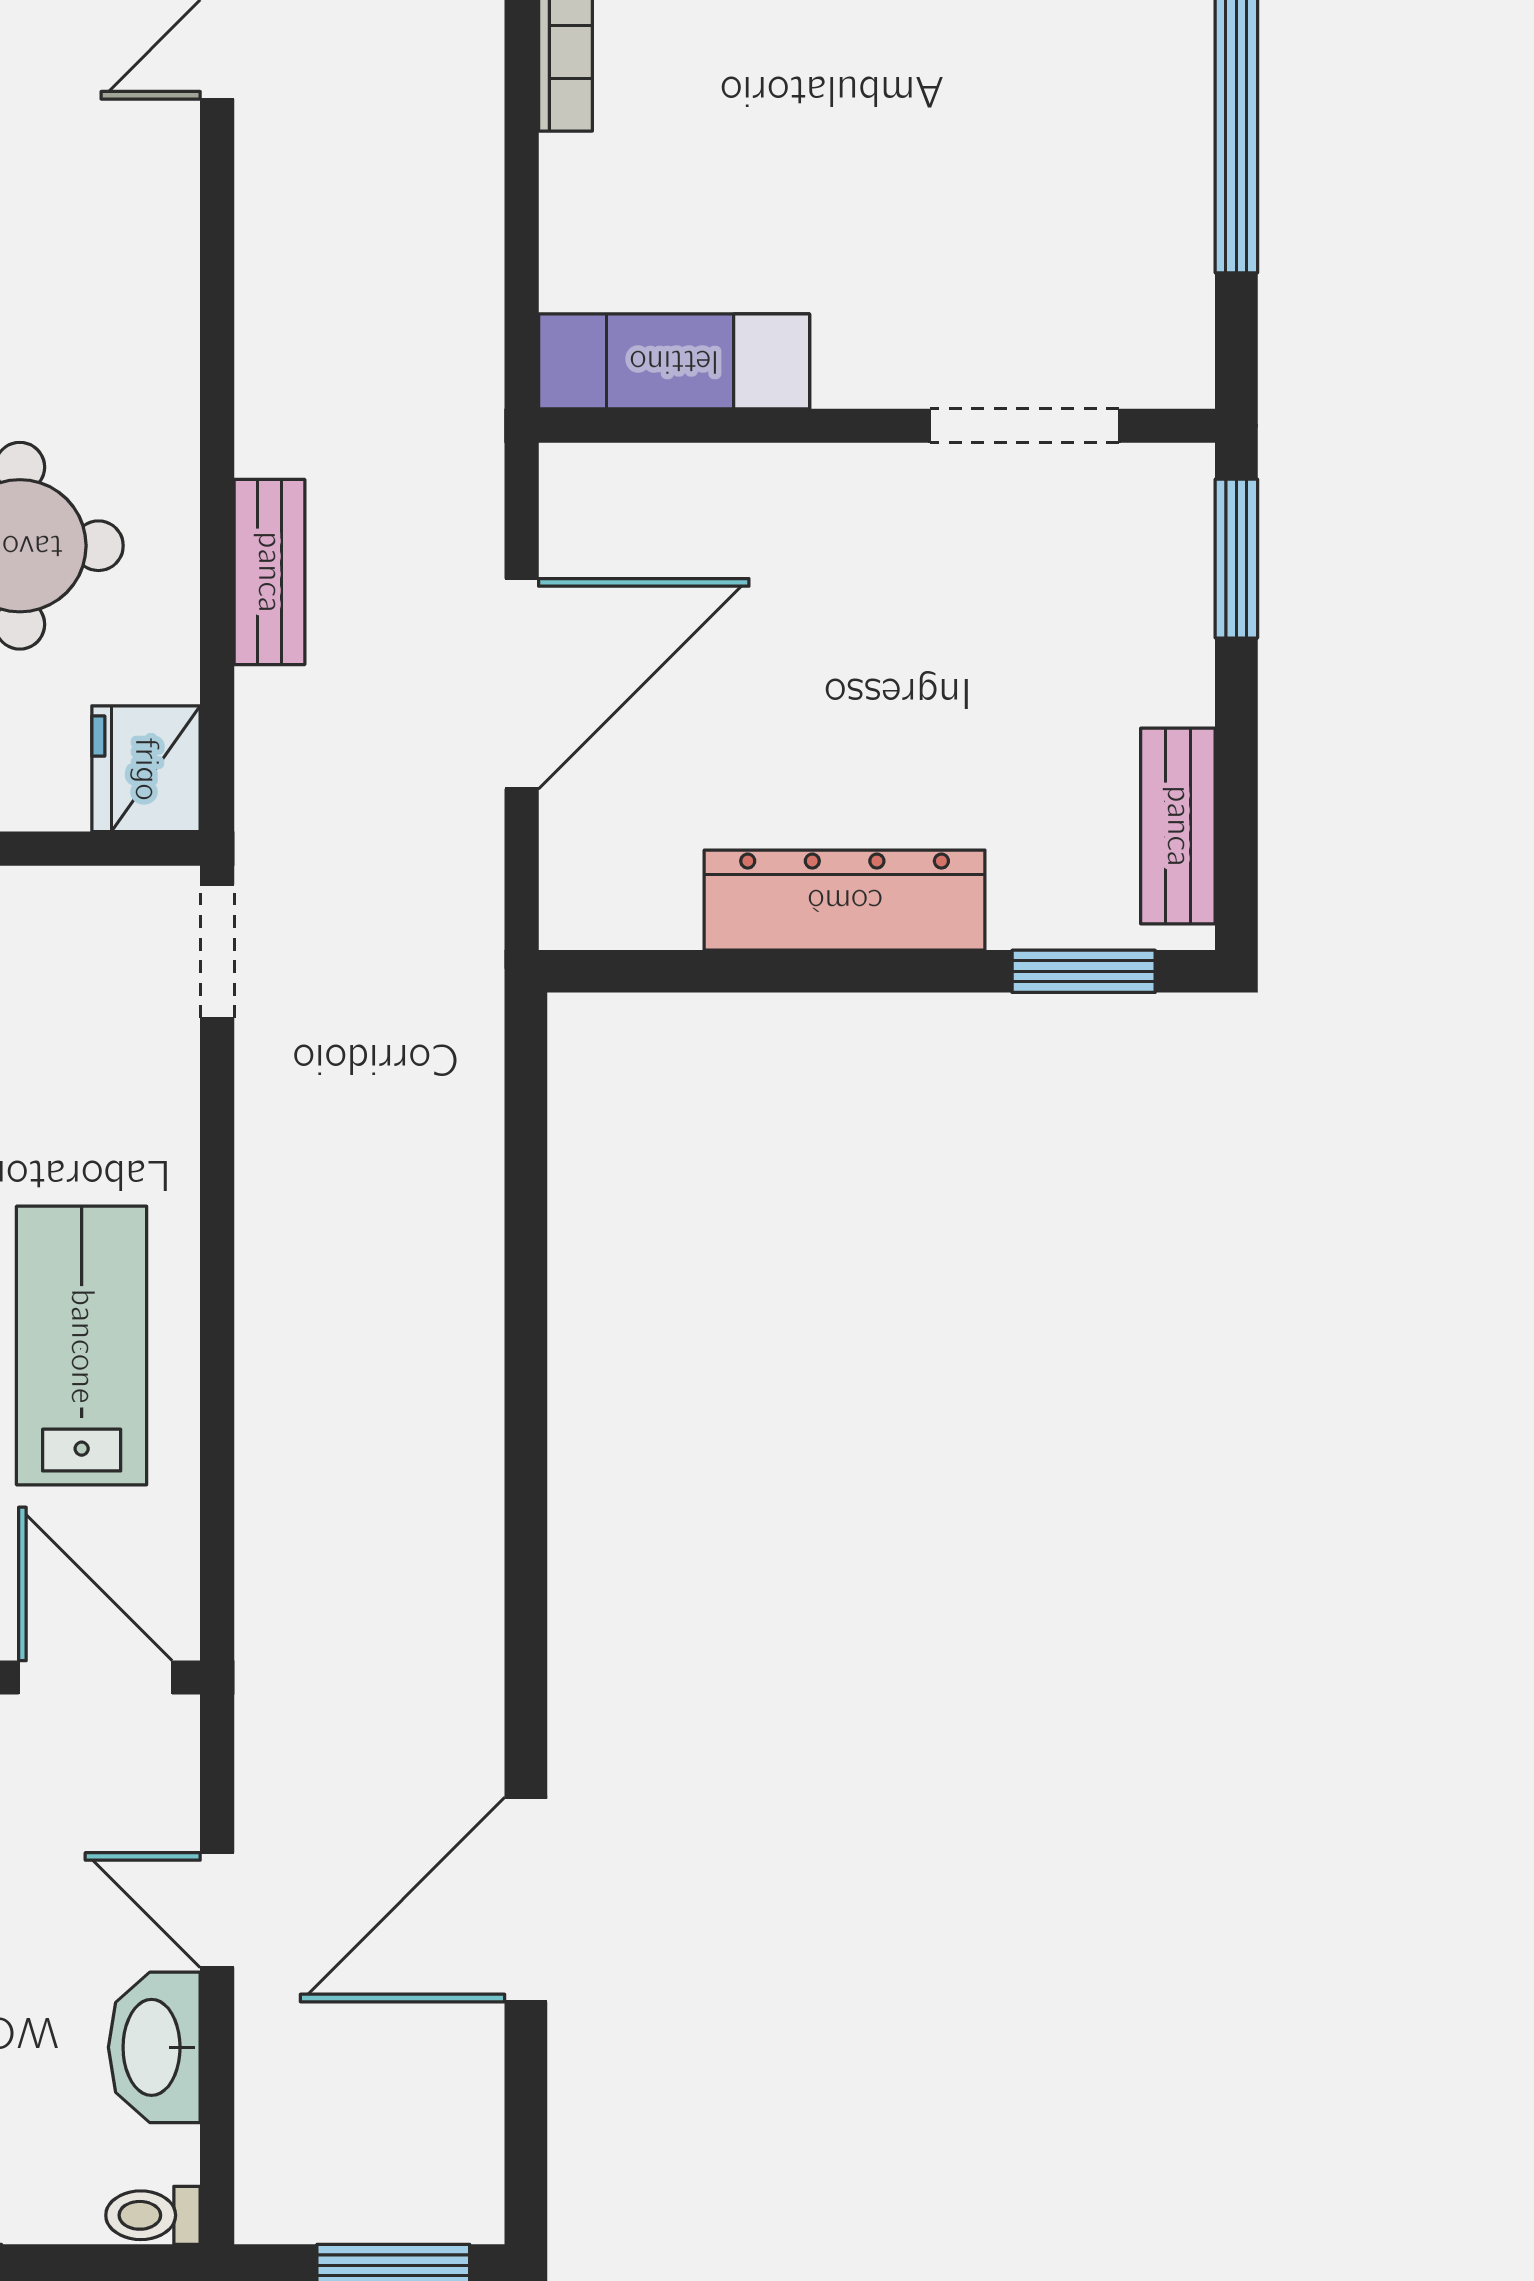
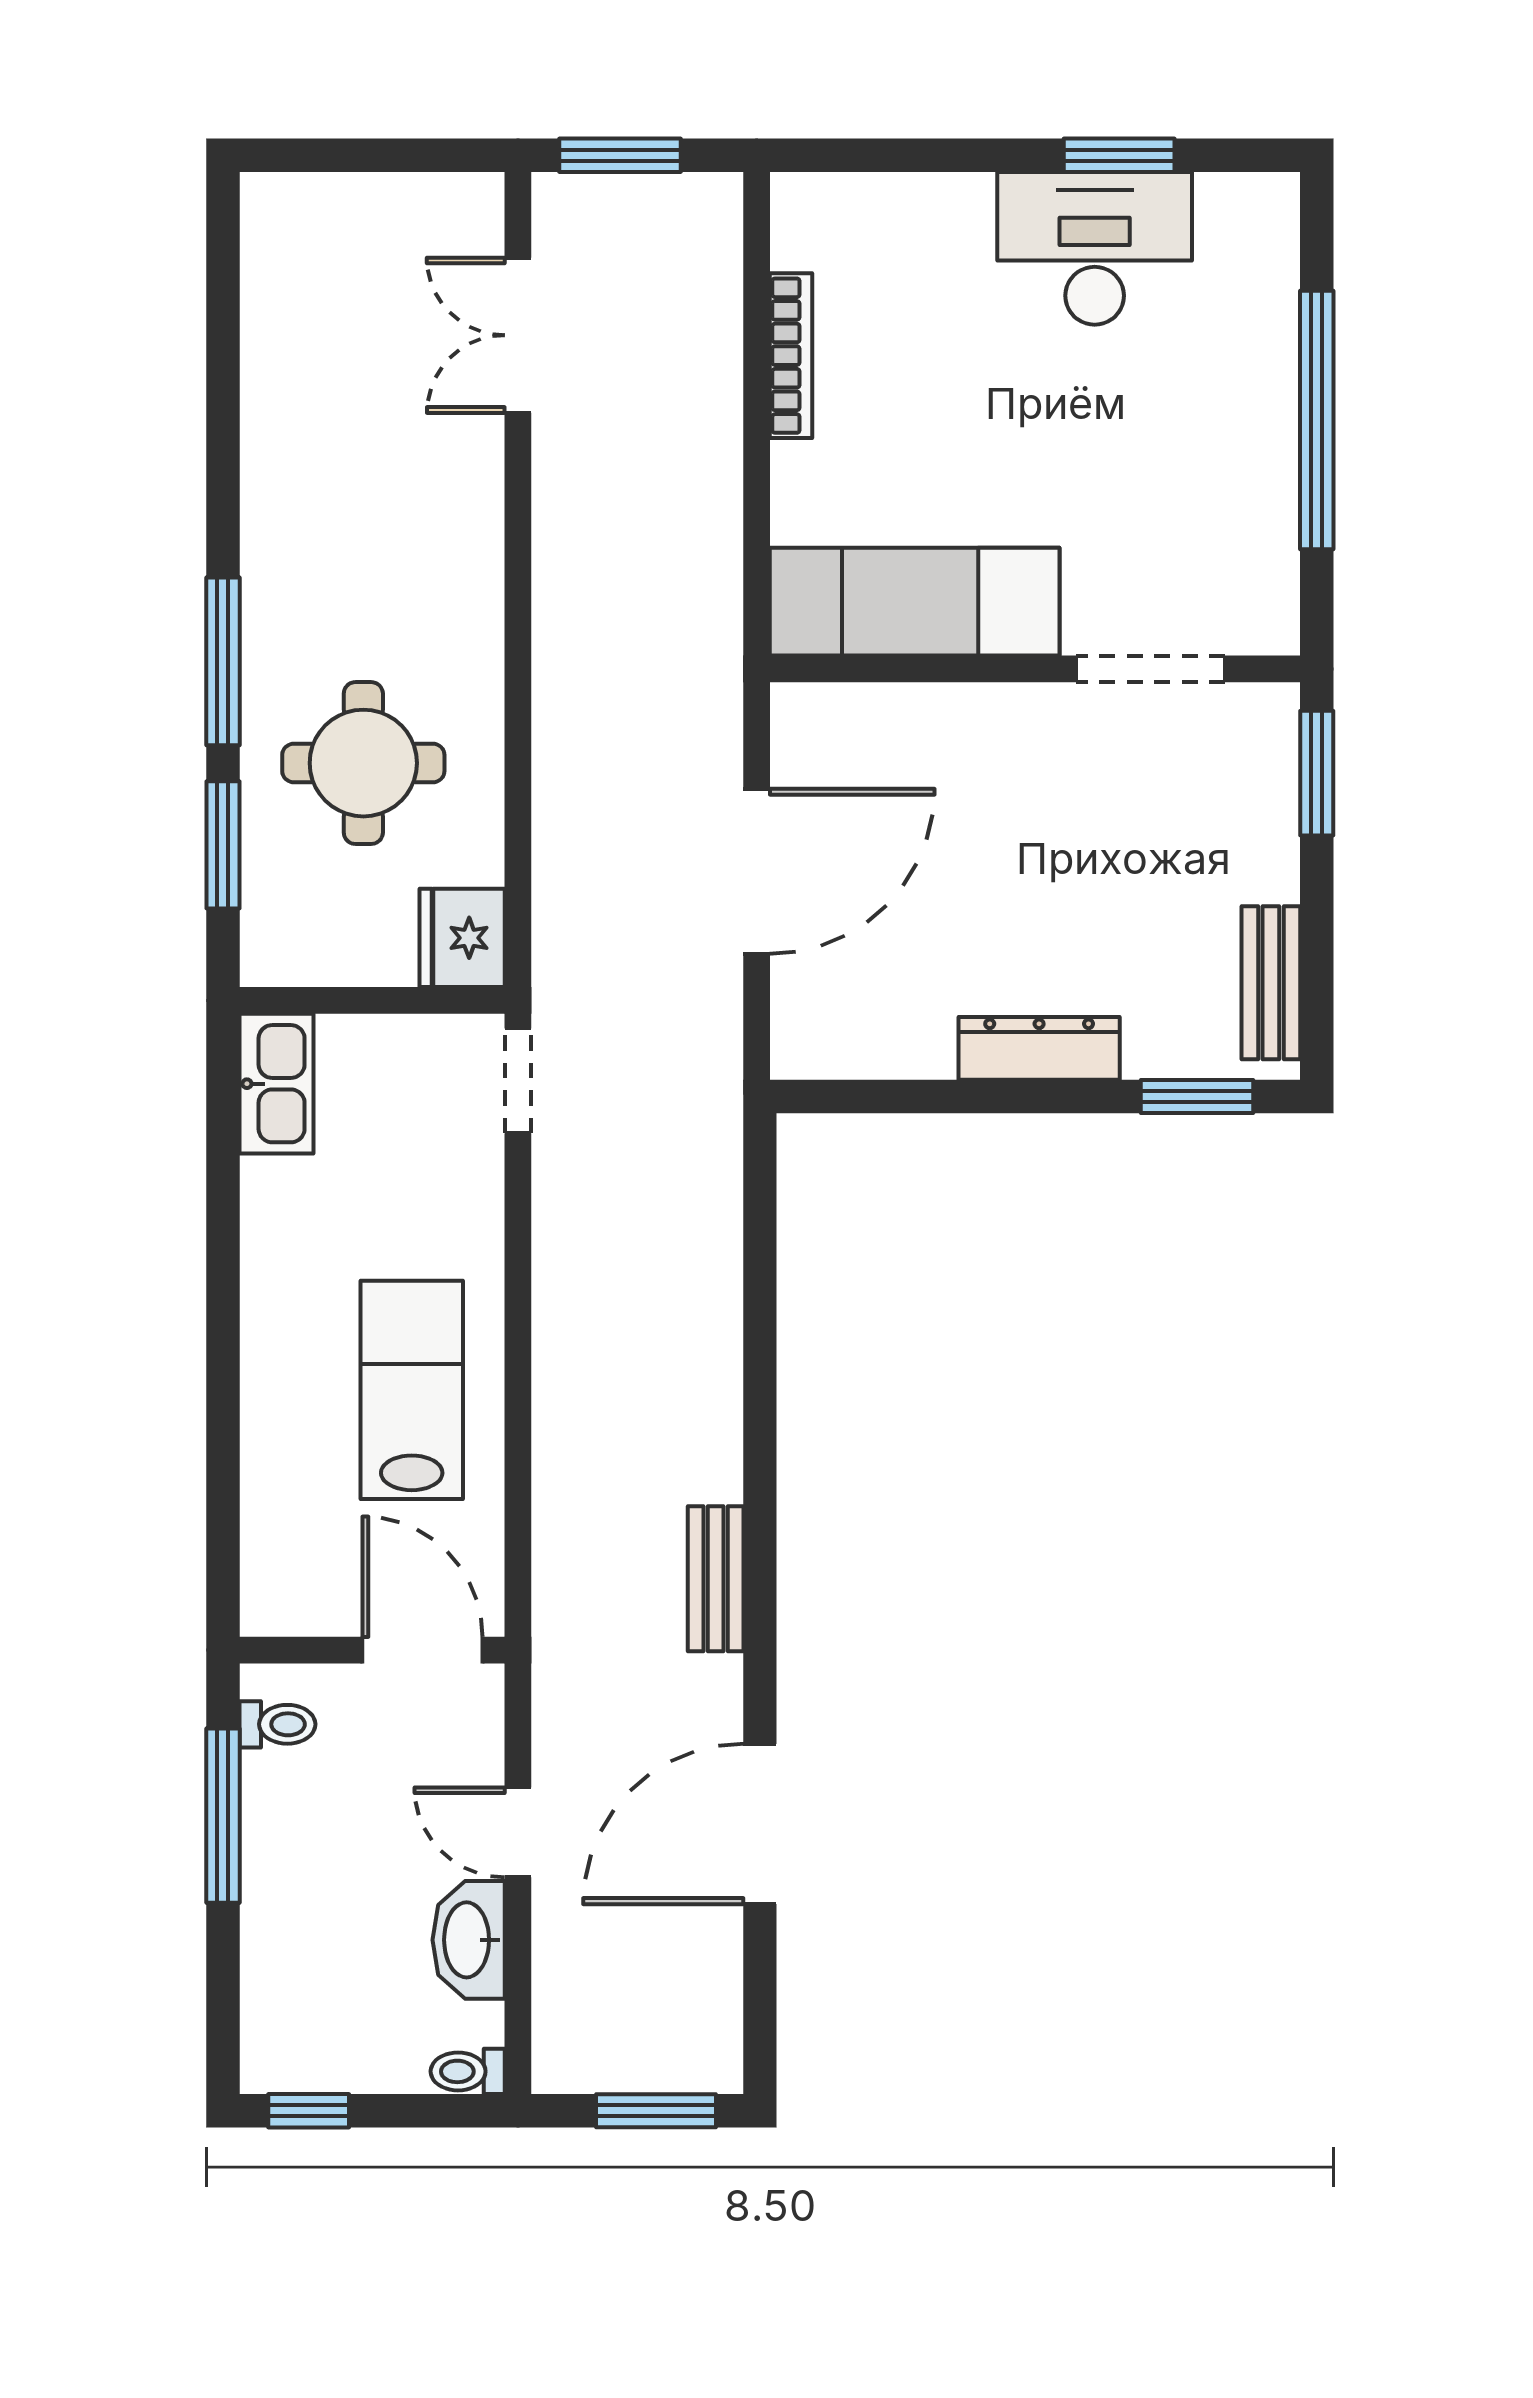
exam couch: (674, 361) -> (915, 602), width x1.36, depth x1.45
bench: (269, 572) -> (716, 1579), moved
dresser: (845, 900) -> (1039, 1048), width x0.73, depth x0.80

